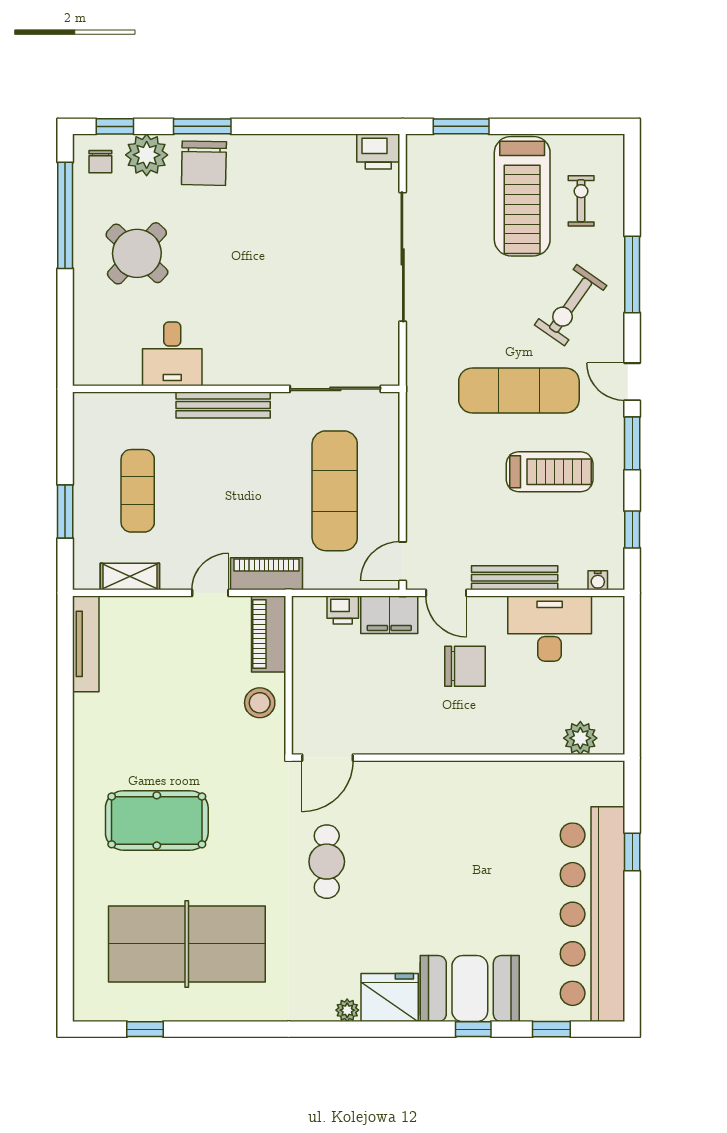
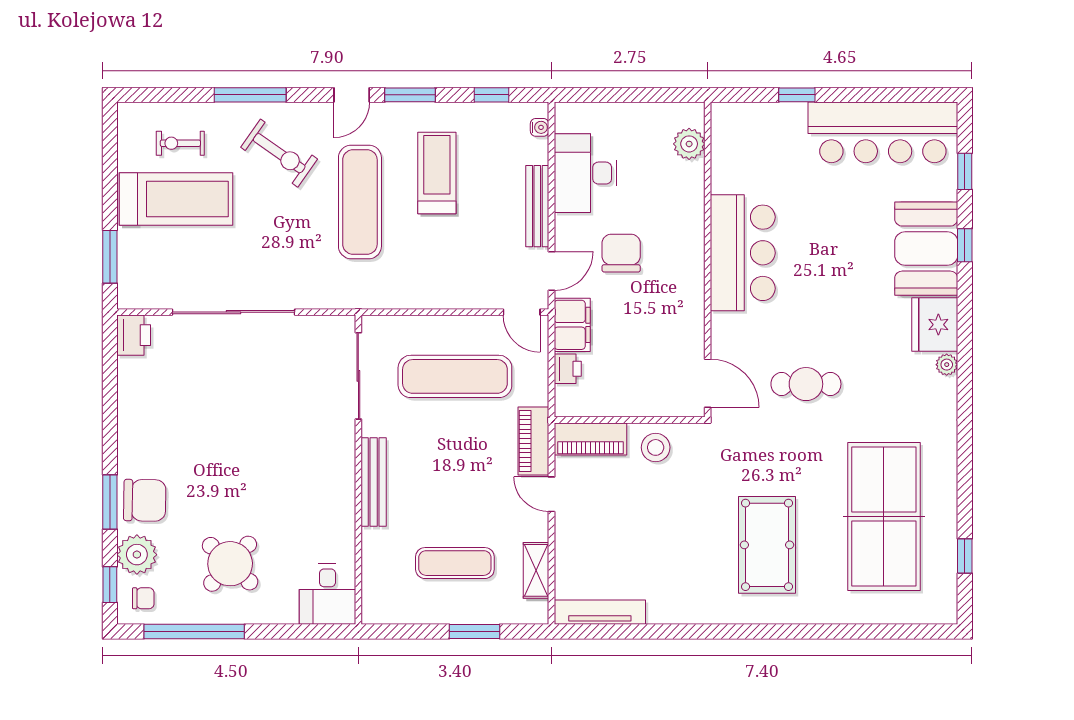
desk: (172, 354) -> (327, 594), moved, turned 90
bar counter: (465, 795) -> (743, 253), added
bar counter: (592, 914) -> (883, 132), width x0.73

